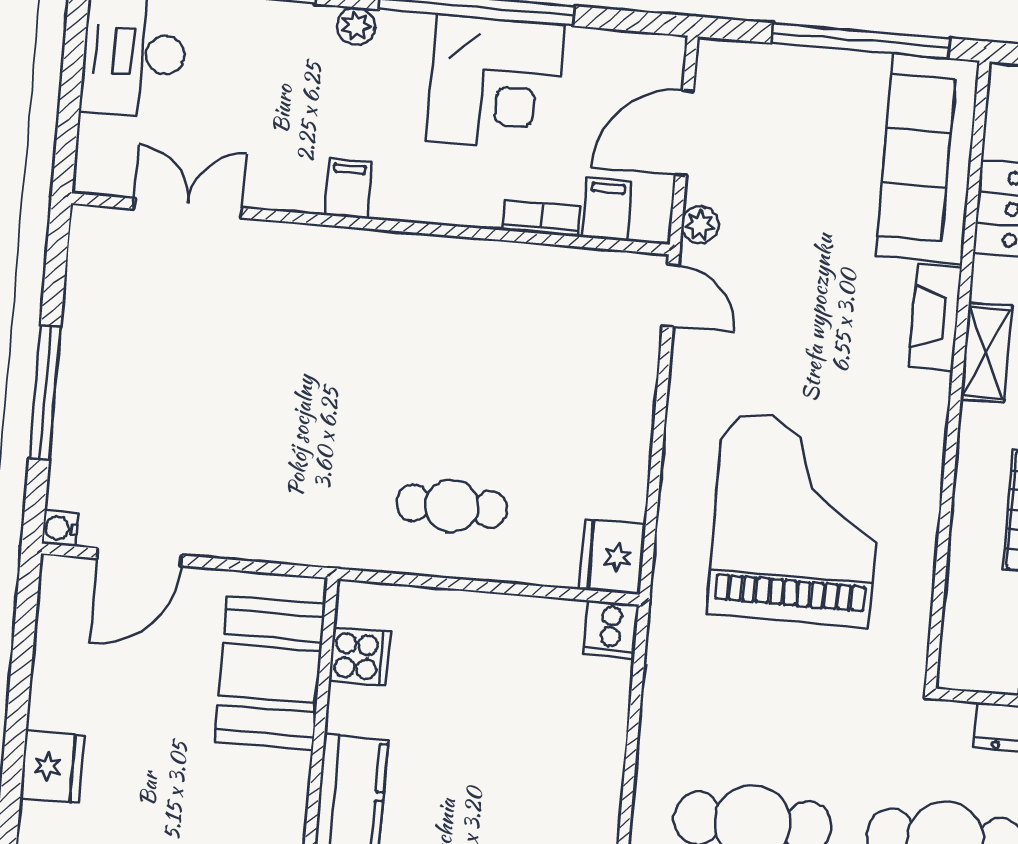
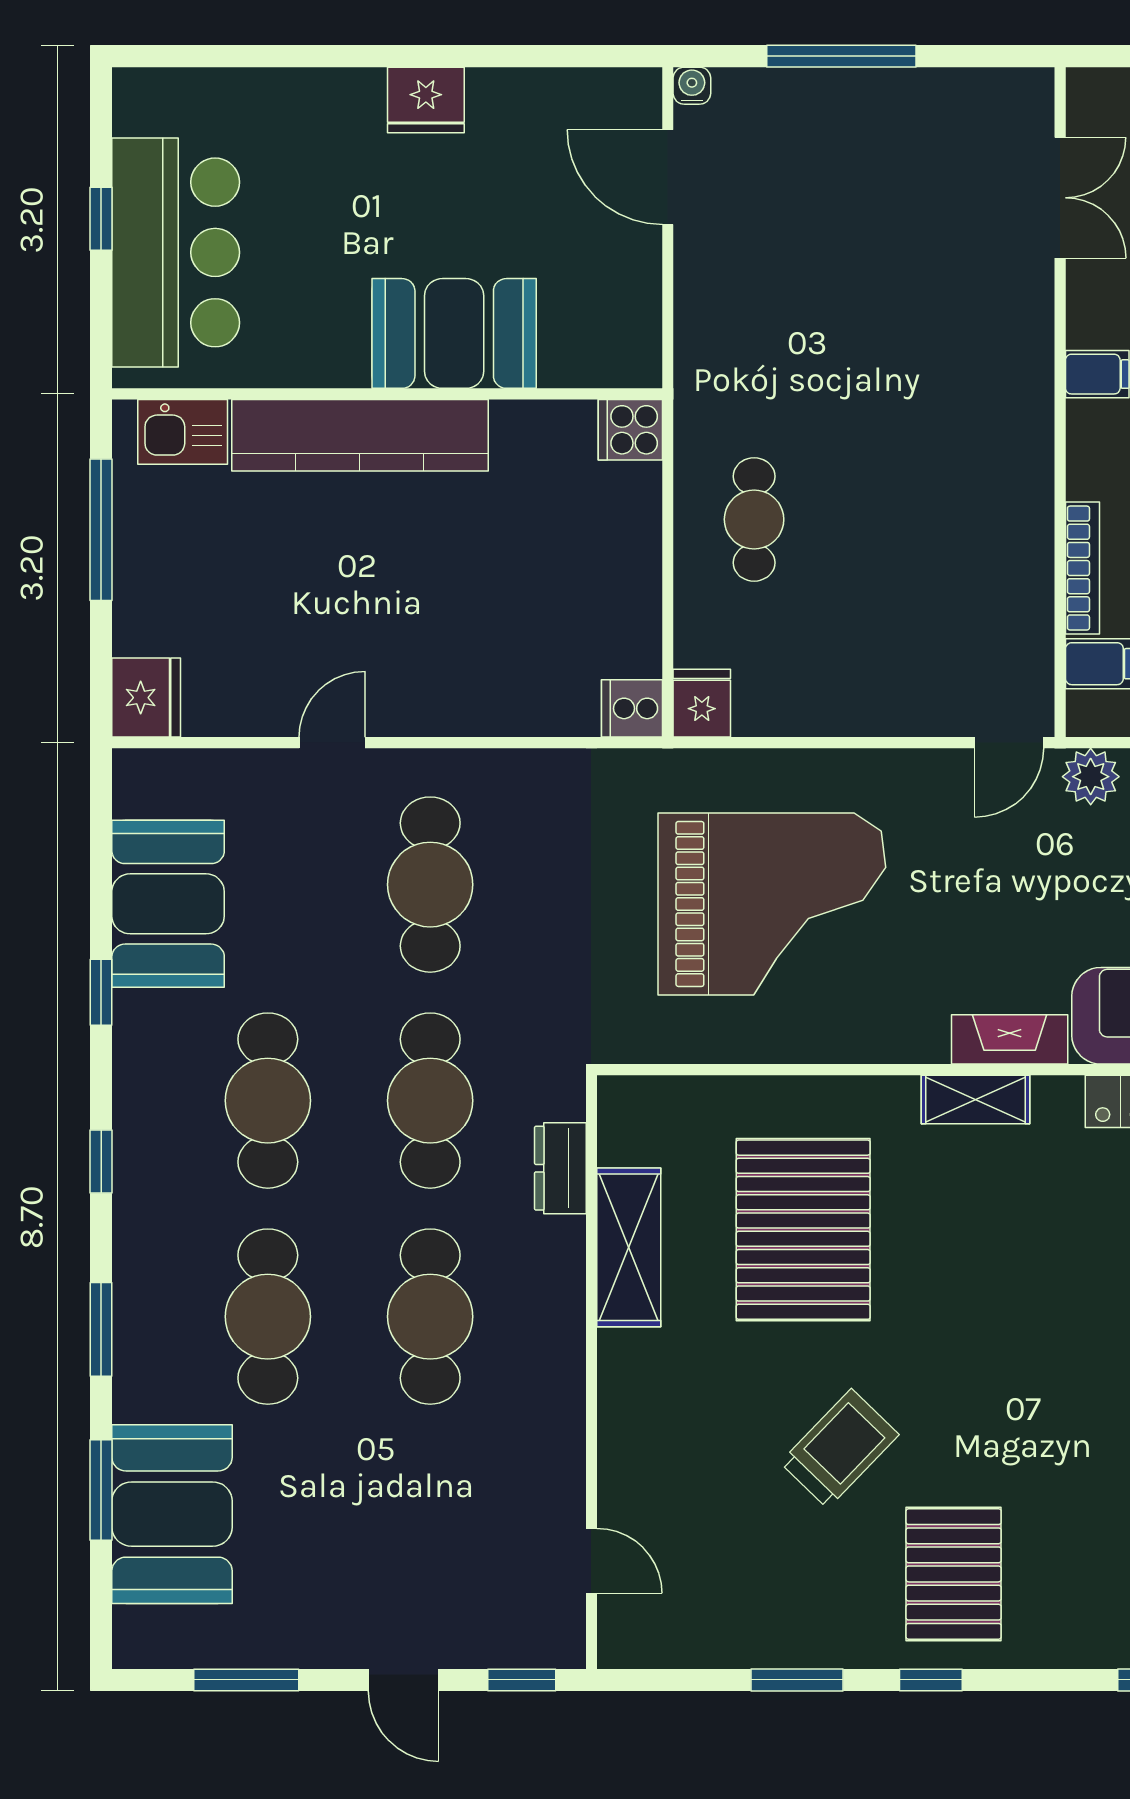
bookcase: (541, 218) -> (1082, 568), width x1.56
plant: (700, 225) -> (1091, 777), width x1.38, depth x1.38
fridge: (612, 557) -> (702, 703), width x0.72
cooker: (360, 656) -> (630, 430), moved, turned 90
booth: (270, 673) -> (454, 333), moved

